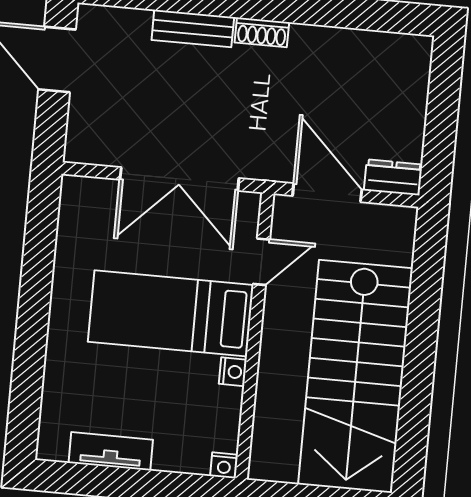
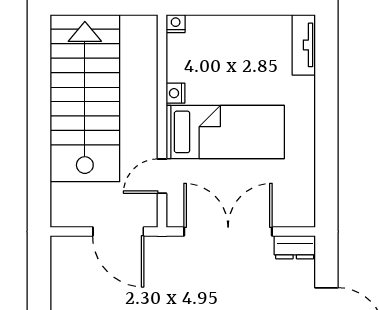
dresser: (393, 177) -> (295, 247), moved
tv unit: (111, 451) -> (304, 45), moved, turned 90

